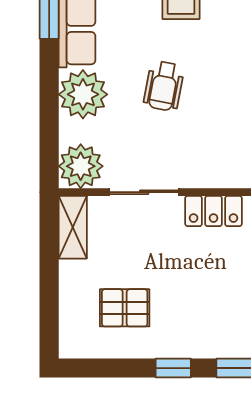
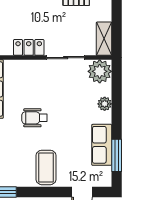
wheelchair: (164, 86) -> (34, 118), moved, turned -101
plant: (83, 94) -> (105, 104), width x0.53, depth x0.53

